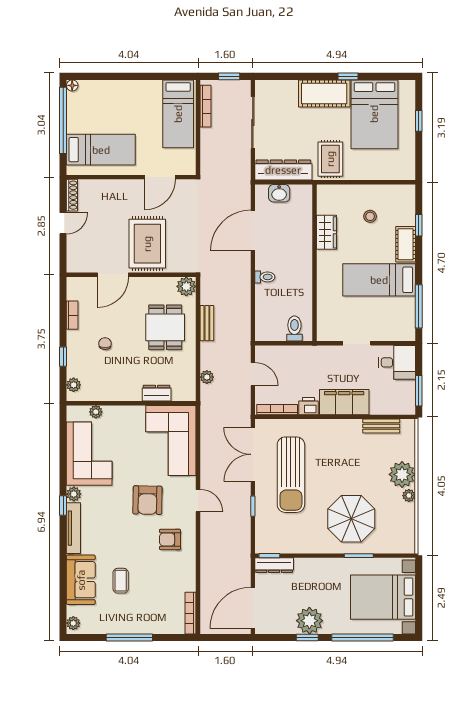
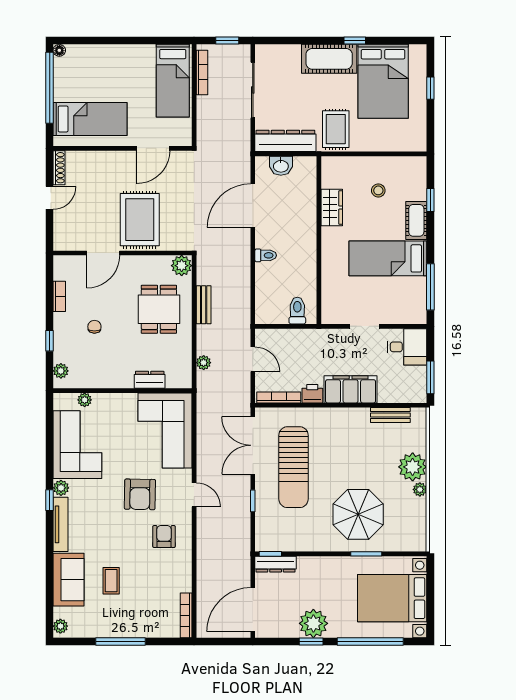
armchair: (170, 539) -> (164, 536), turned 90

